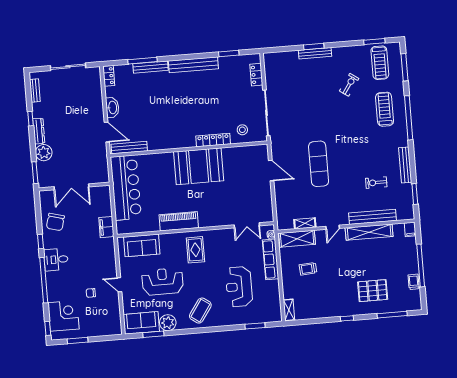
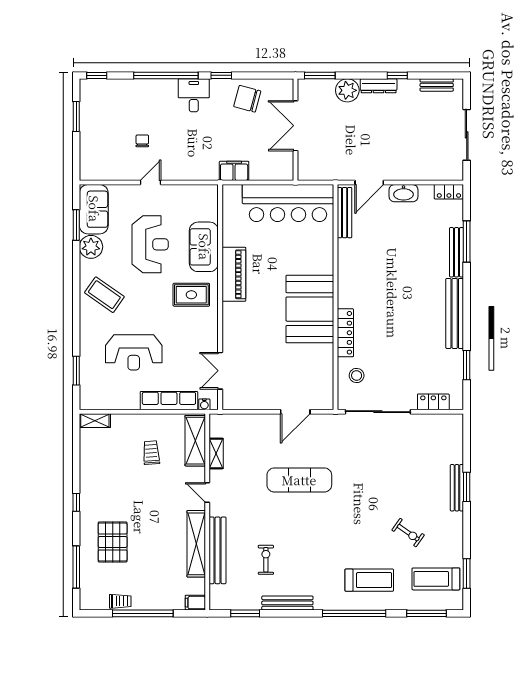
sofa: (142, 245) -> (204, 247), moved
reception desk: (239, 287) -> (134, 352), turned 180
corner desk: (63, 316) -> (113, 99), removed

